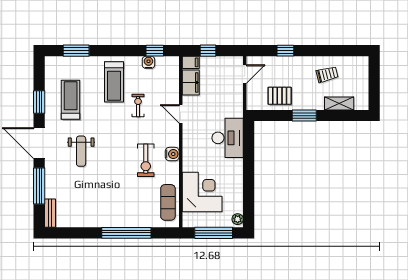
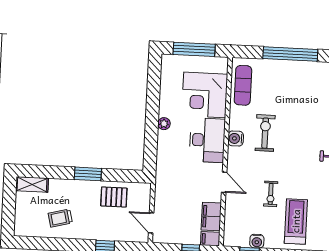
door: (245, 74) -> (151, 223), hinge flipped
shelving: (339, 104) -> (32, 184), moved
desk: (228, 138) -> (207, 140), moved, turned 180
plant: (238, 219) -> (164, 124), moved

